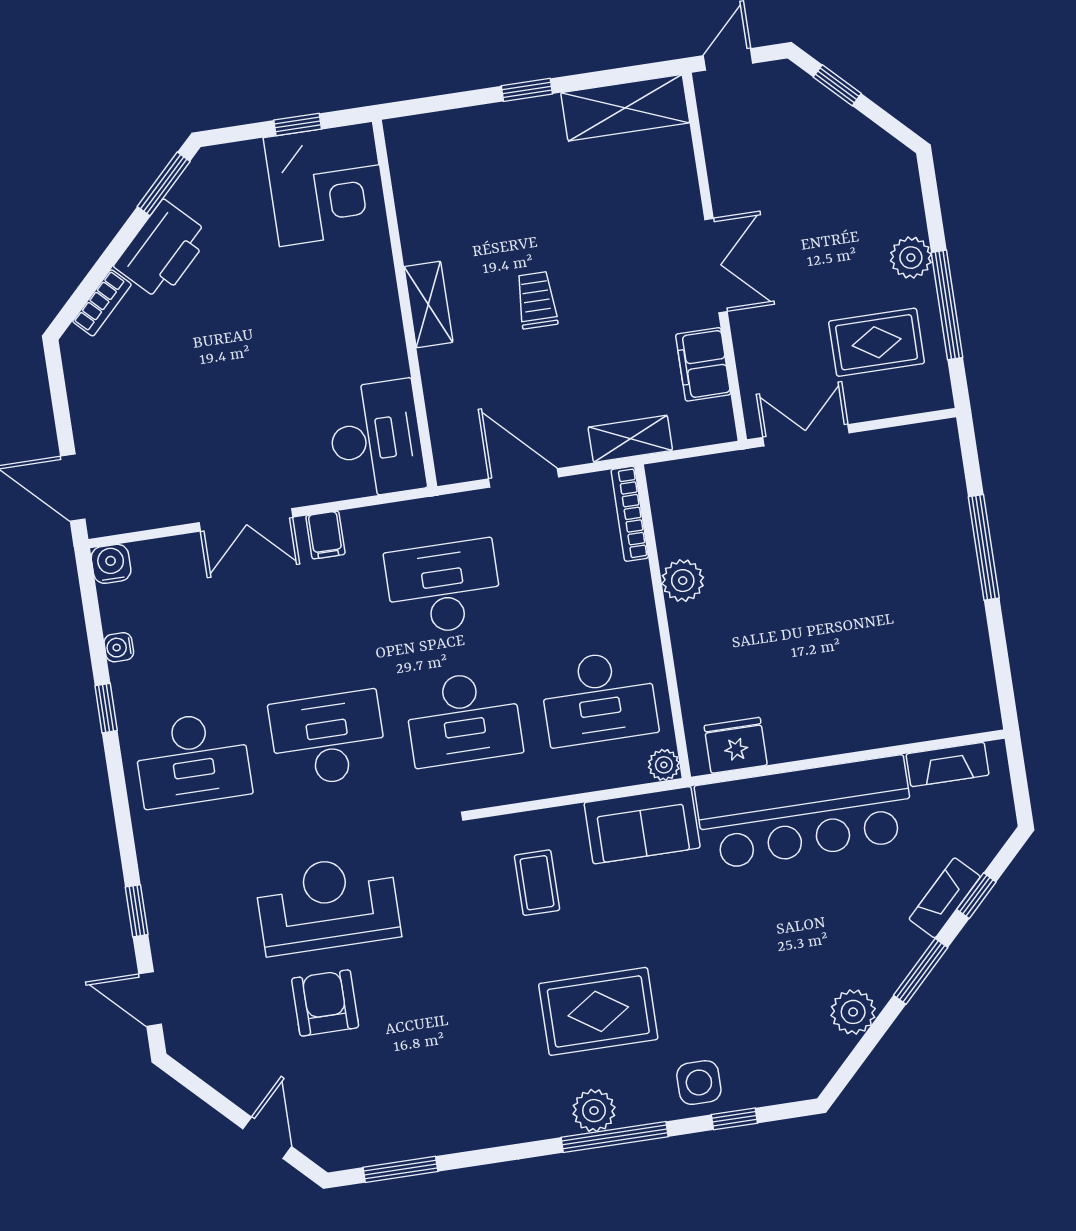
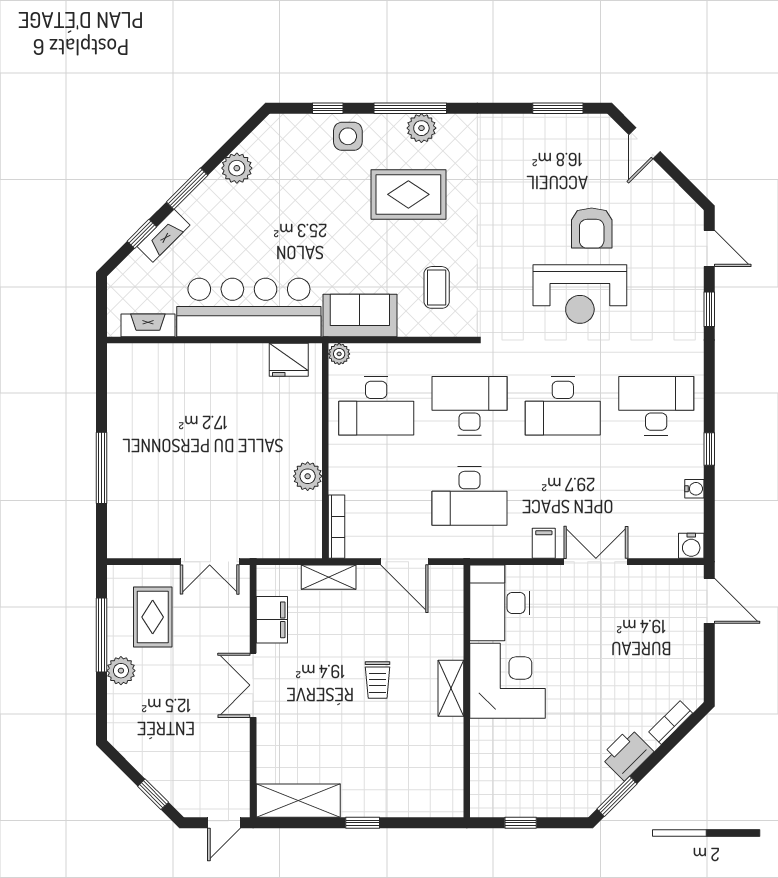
corner desk: (326, 184) -> (508, 681), moved, turned 90
printer: (162, 250) -> (627, 754), width x0.73, depth x0.84
rug: (877, 342) -> (153, 617), turned 90
desk: (599, 698) -> (376, 406), turned 180

